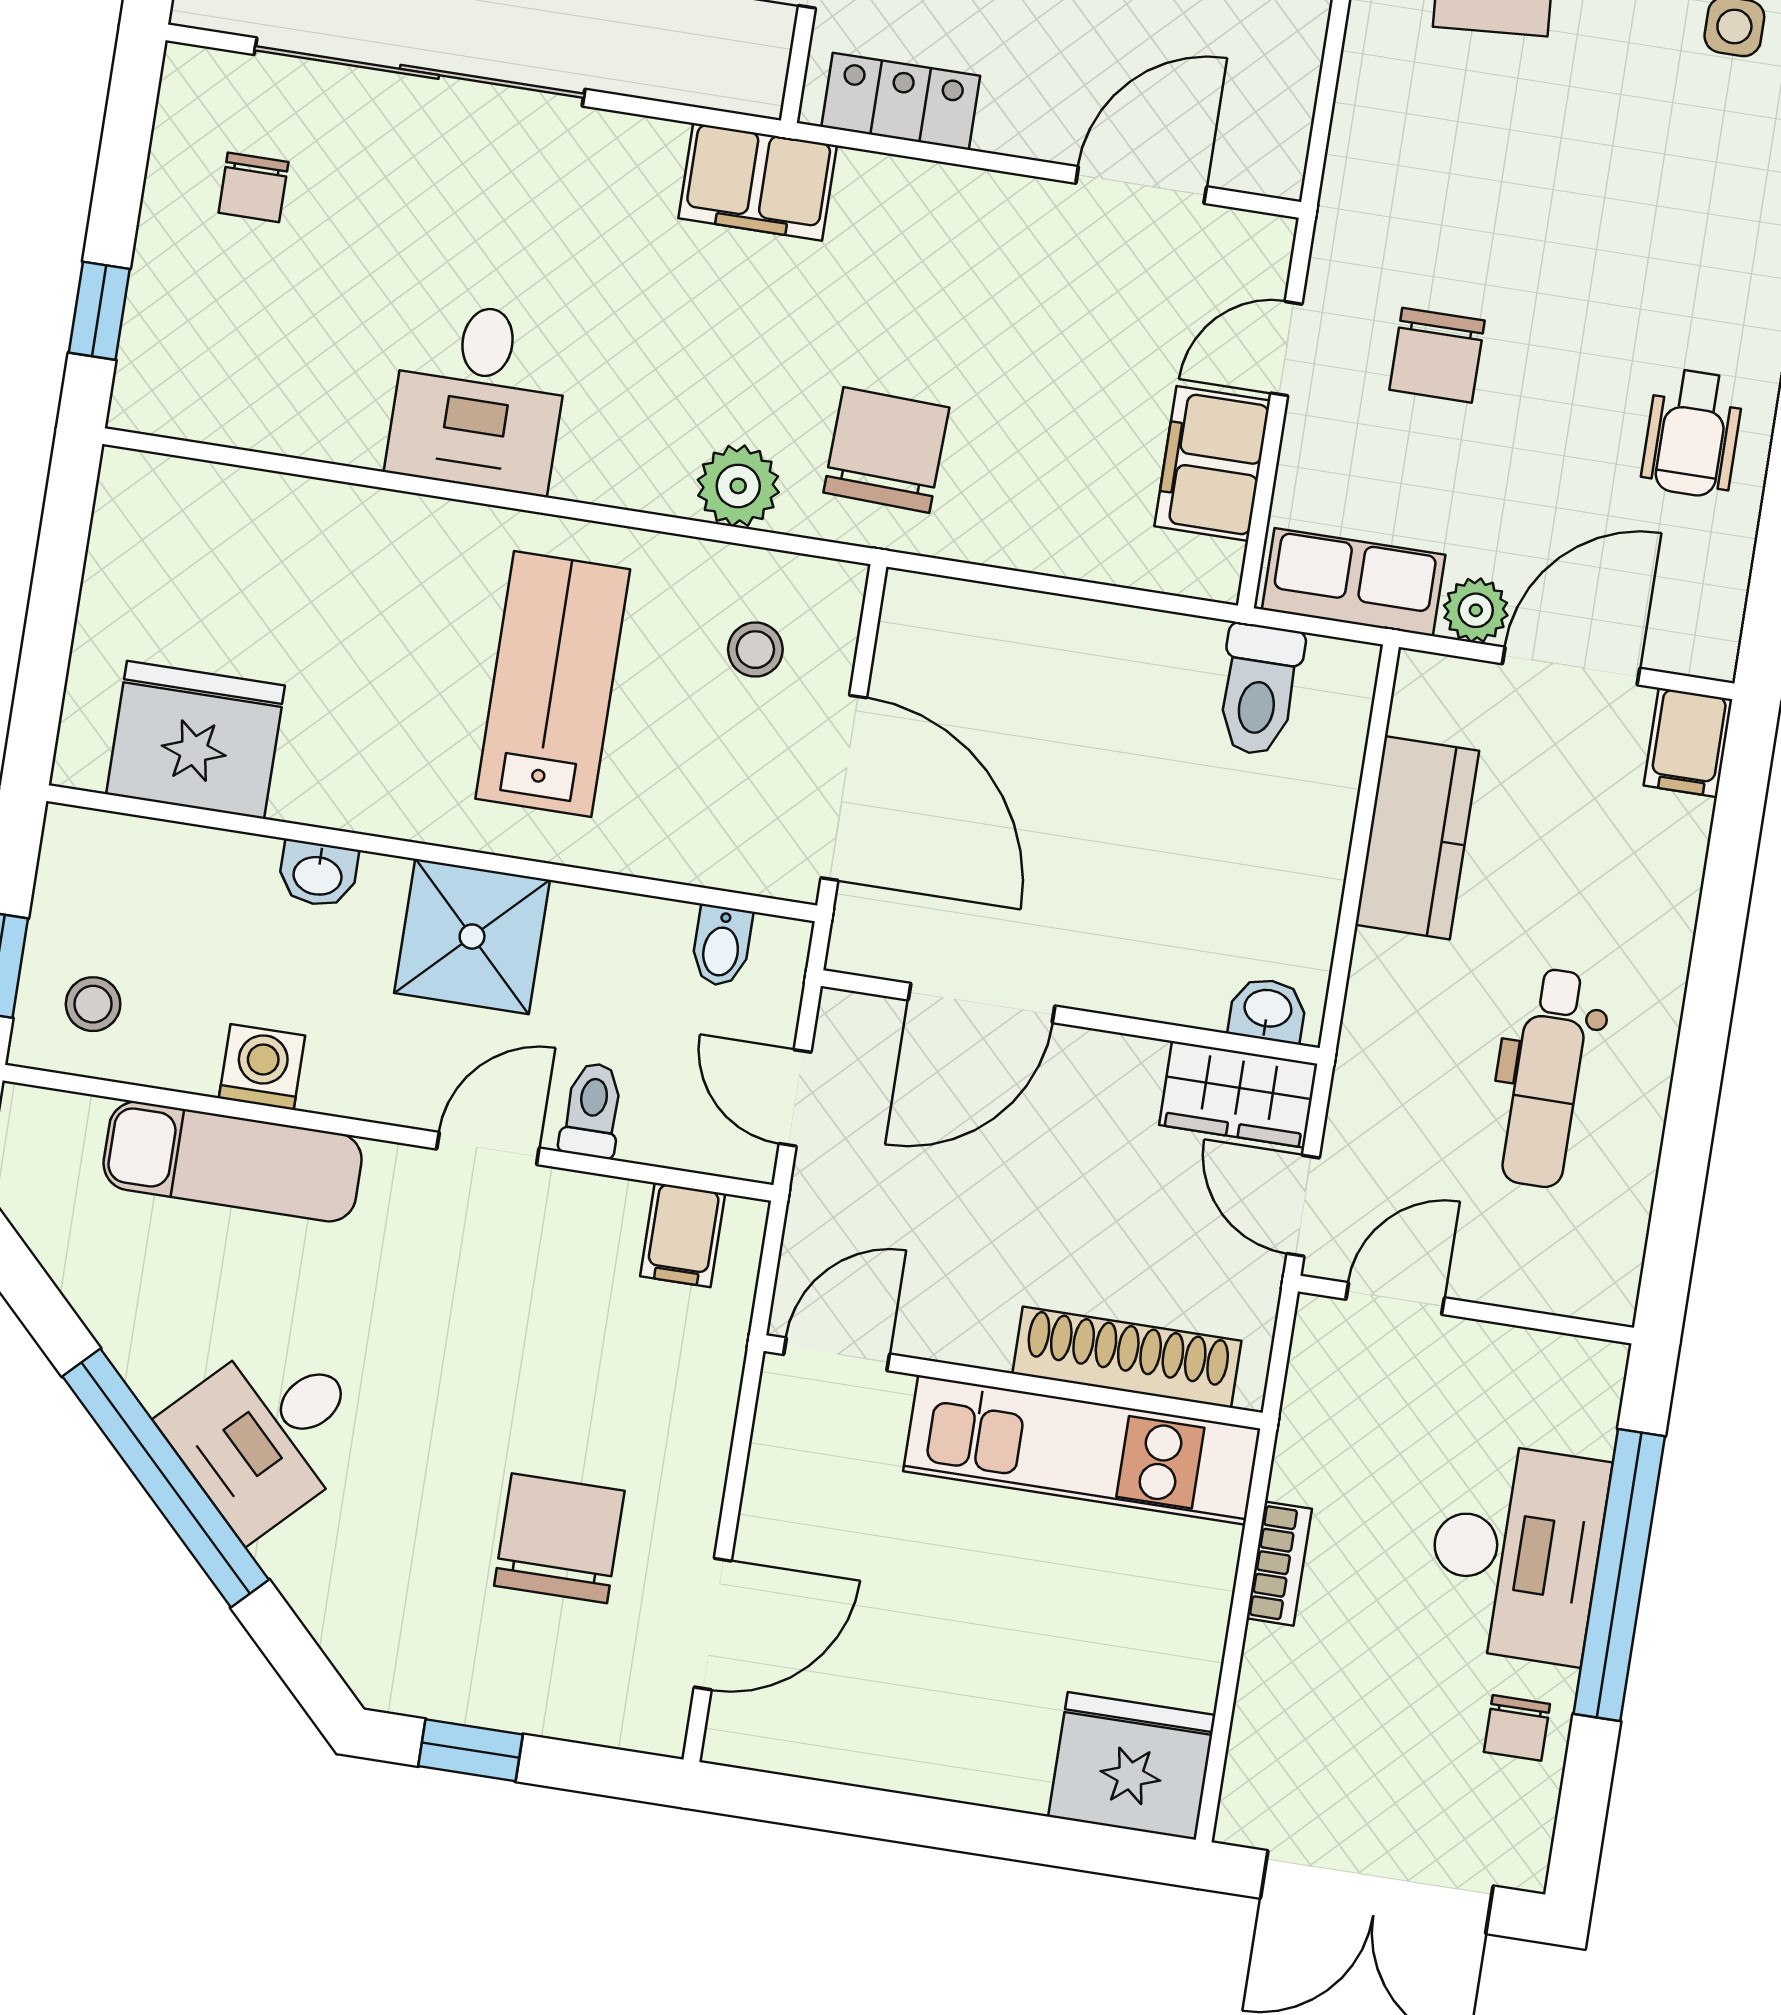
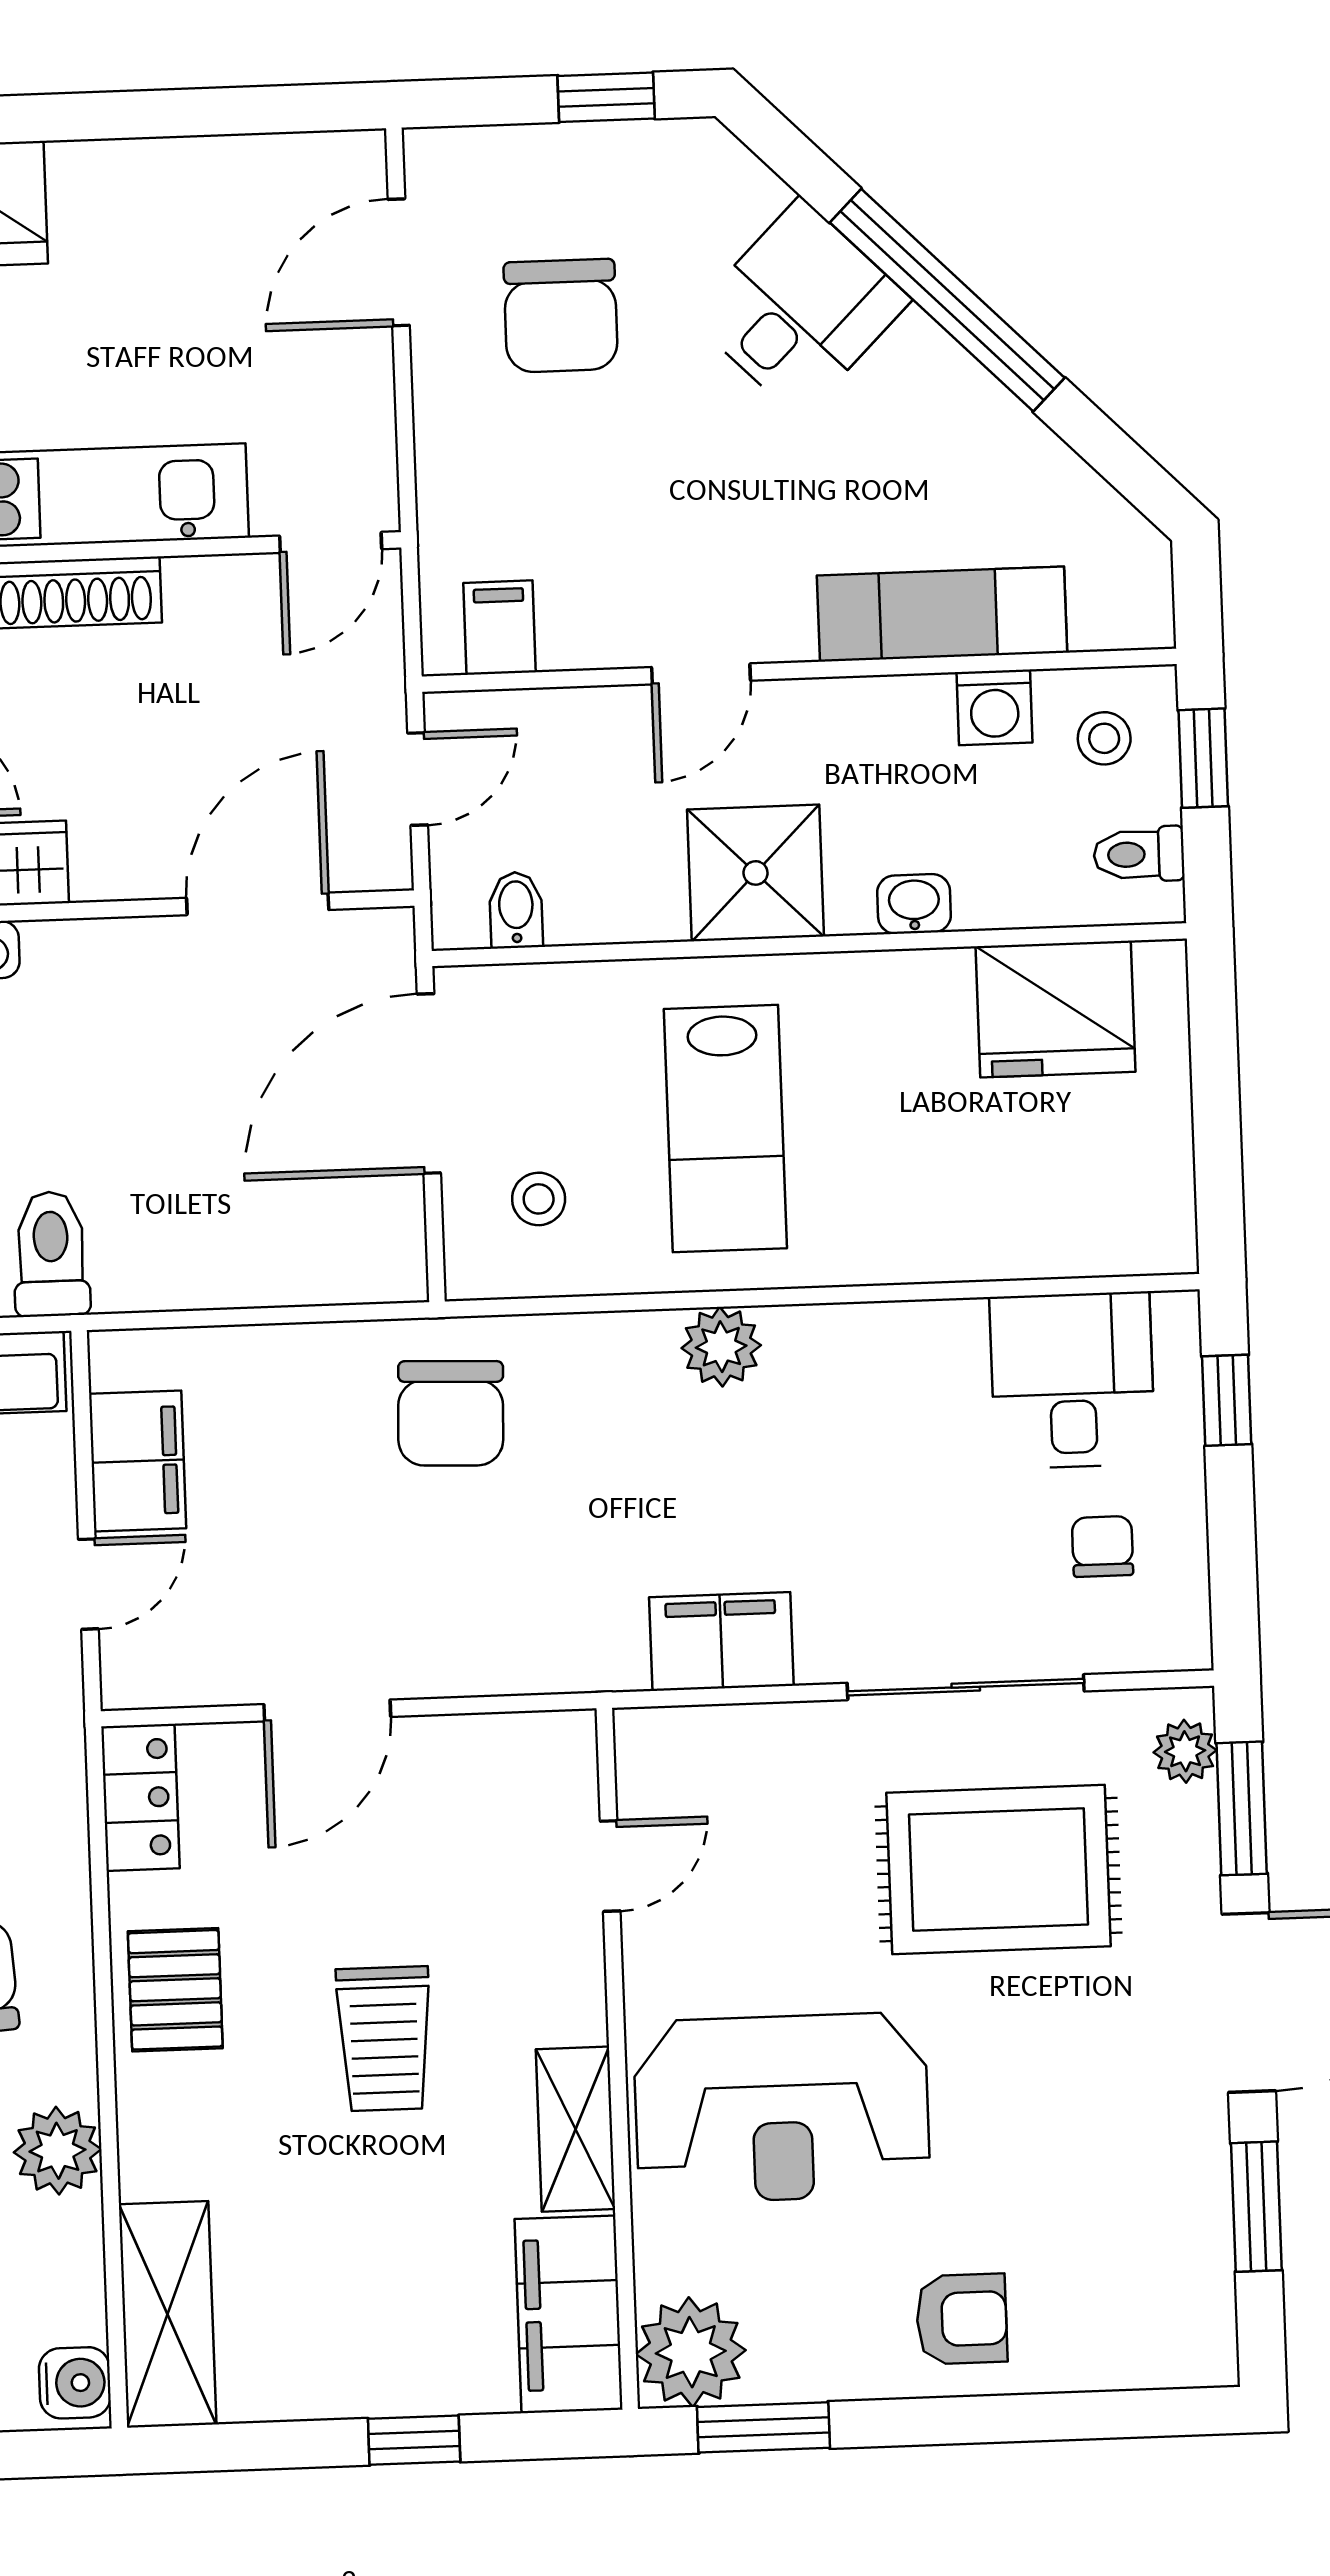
sliding door: (419, 72) -> (966, 1687), width x0.73
locker: (901, 101) -> (140, 1797), moved, turned -90
filing cabinet: (758, 182) -> (721, 1641), moved
door: (1141, 185) -> (327, 1711), moved
desk: (479, 397) -> (1072, 1380), moved
plant: (738, 486) -> (721, 1347), moved
door: (844, 788) -> (429, 1084), hinge flipped
washing machine: (262, 1067) -> (995, 707), moved
door: (795, 1098) -> (418, 779), hinge flipped
toilet: (592, 1110) -> (1139, 854), moved, turned 90
desk: (268, 1433) -> (800, 308), moved

